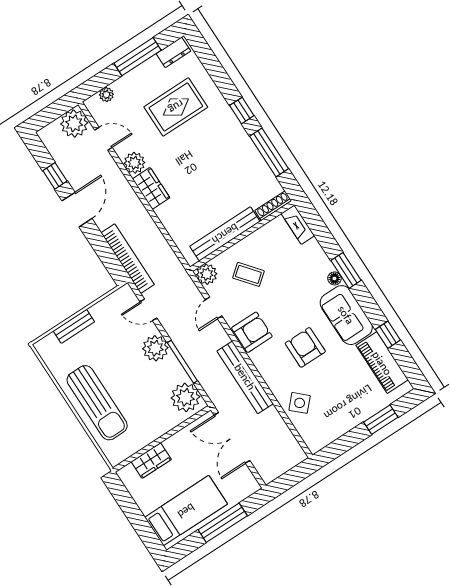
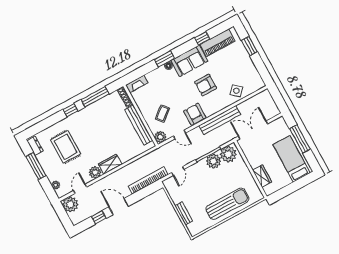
plant: (155, 348) -> (214, 161), moved
double door: (232, 438) -> (253, 130), swing flipped

